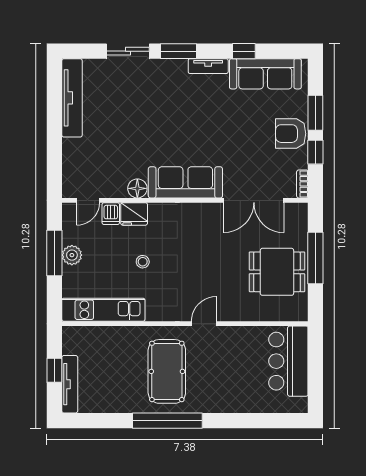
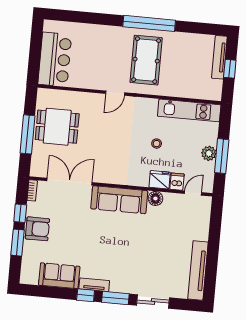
window: (244, 51) -> (86, 295), moved
sofa: (265, 74) -> (59, 276), width x0.73

